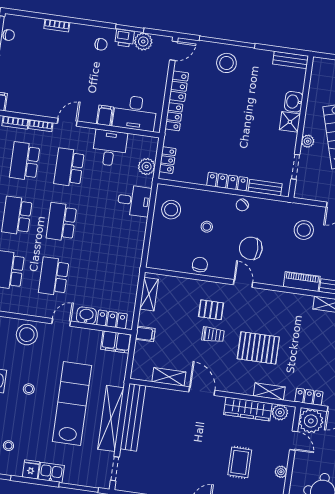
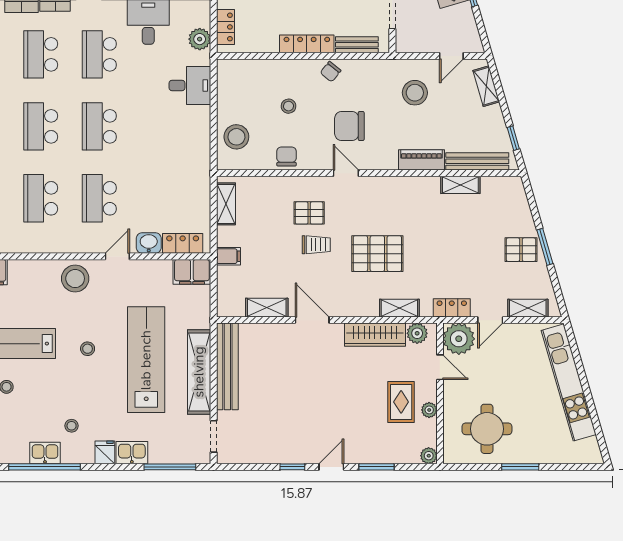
stool: (171, 210) -> (236, 137), moved
rug: (240, 462) -> (401, 402), moved

